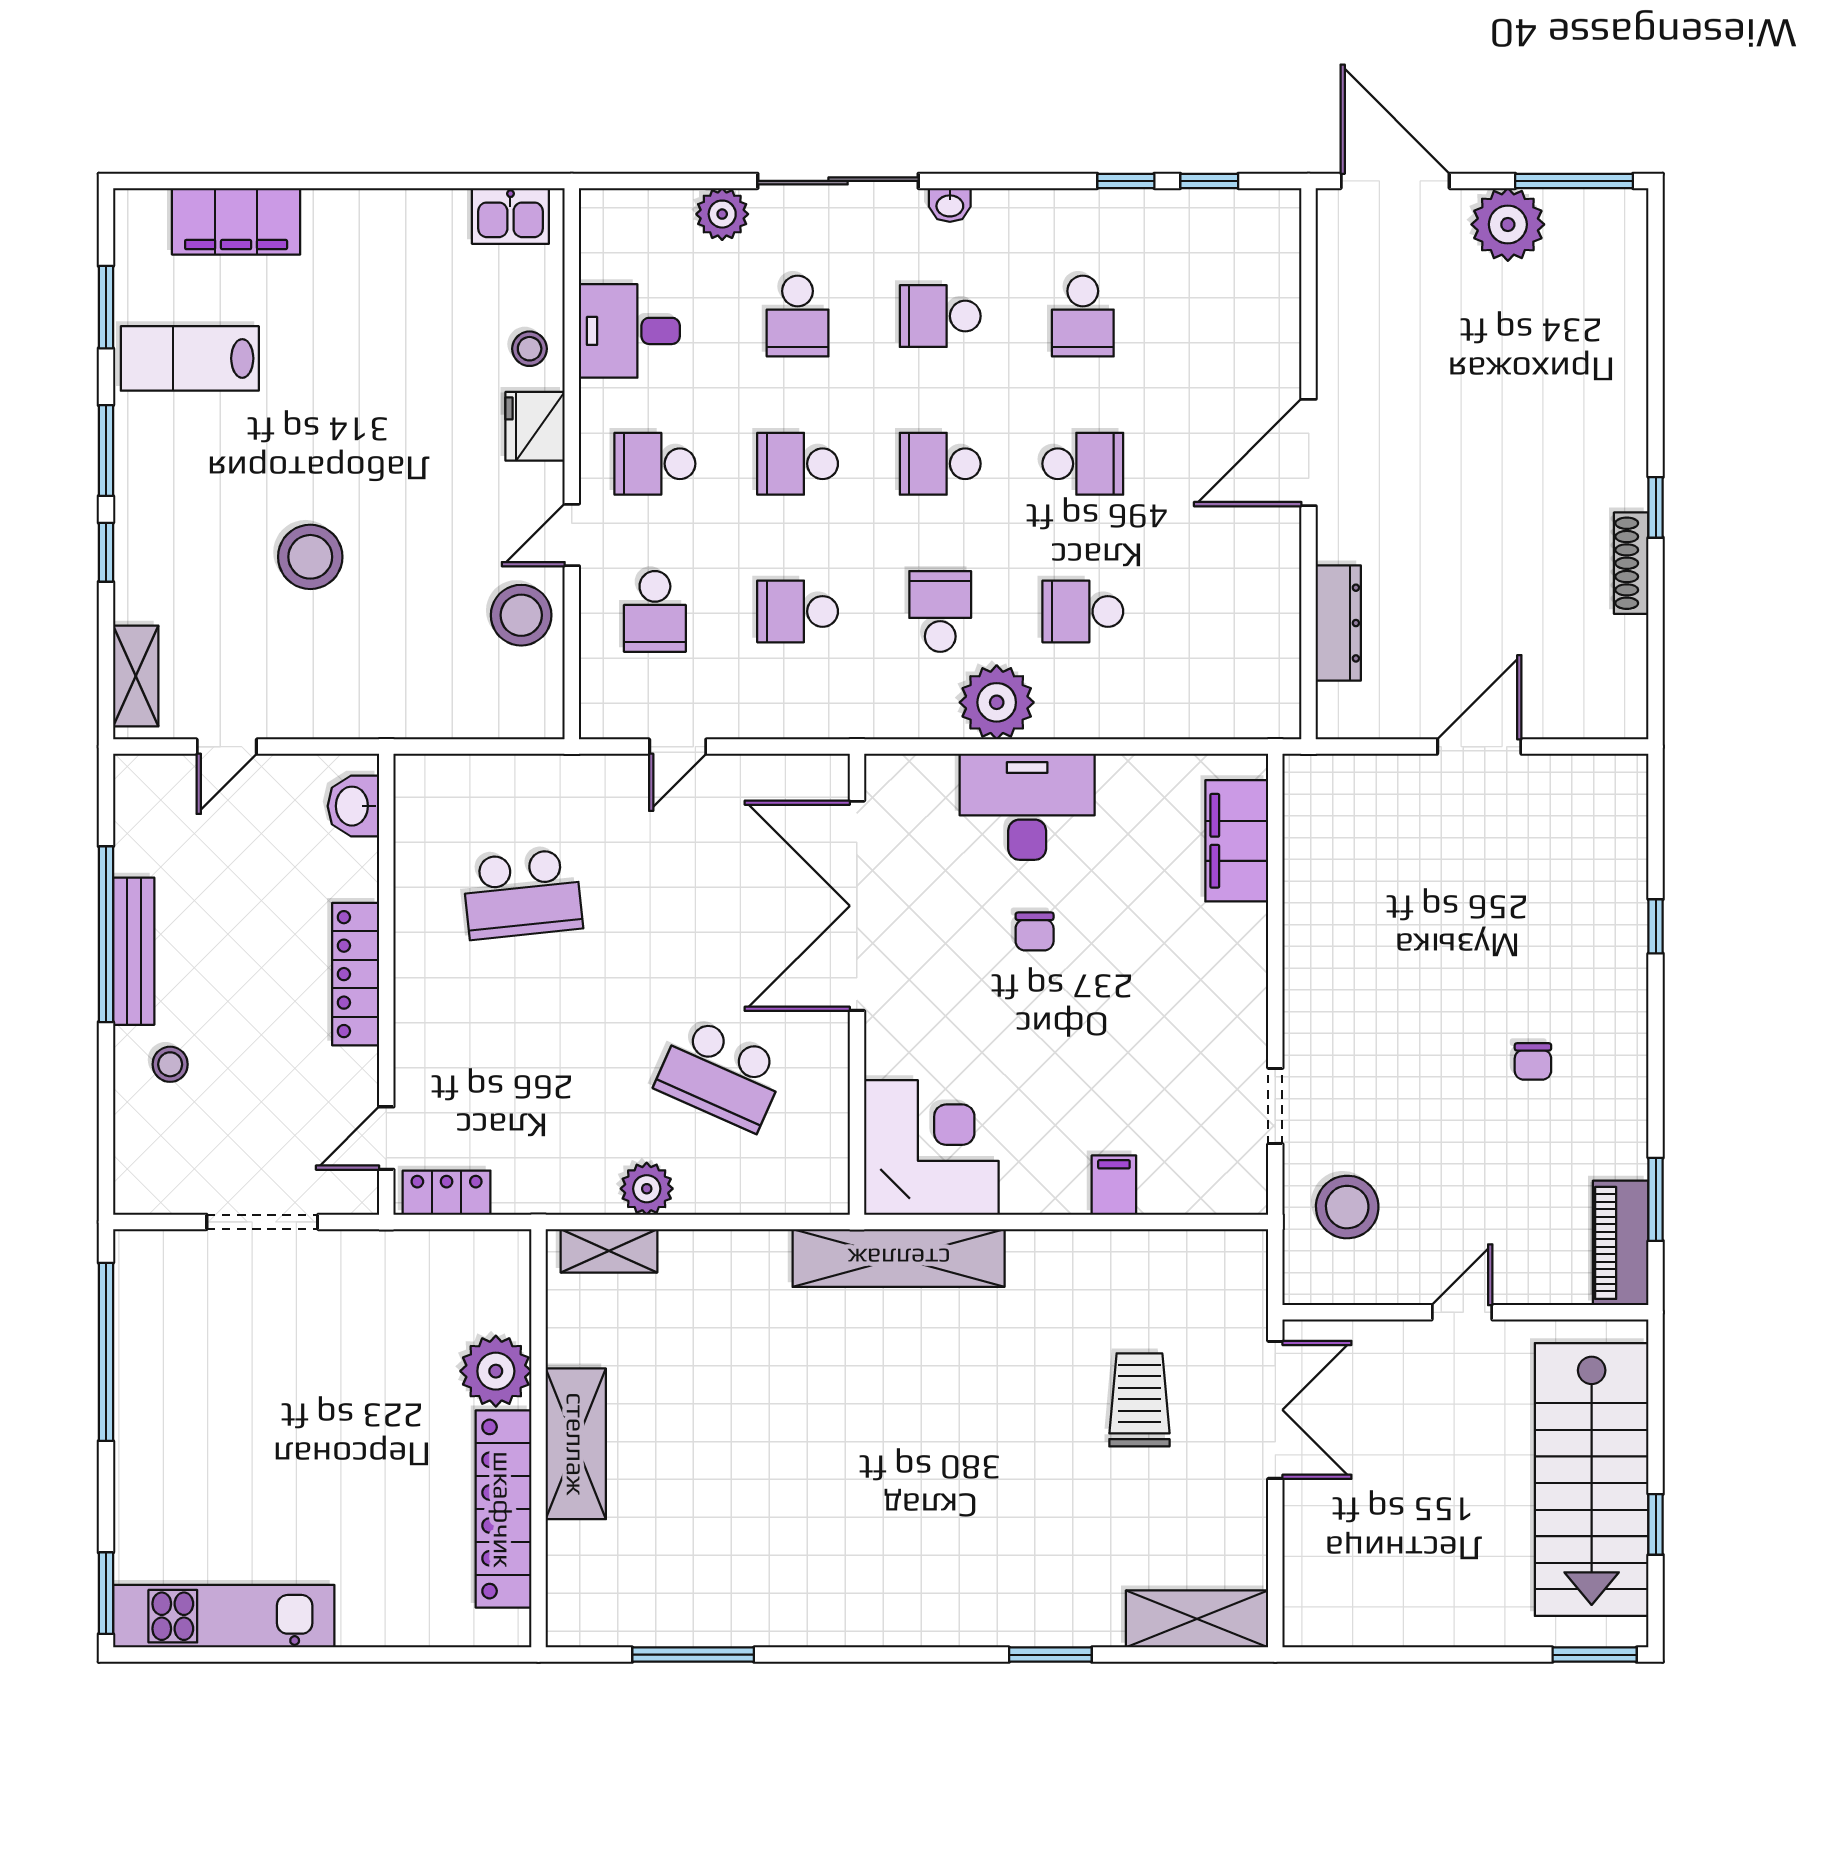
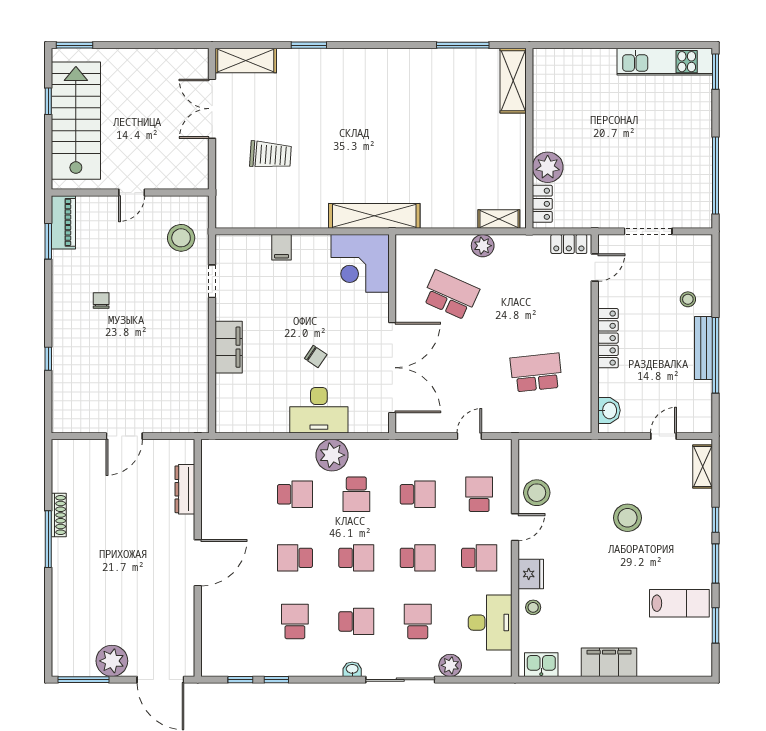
filing cabinet: (236, 221) -> (609, 662), moved
desk: (629, 331) -> (490, 623), width x1.37
window: (1656, 507) -> (48, 539), width x2.17
filing cabinet: (1237, 841) -> (229, 347), moved
chair: (1035, 931) -> (316, 356), turned 124
trolley: (1139, 1400) -> (271, 155), turned -86
double door: (1275, 1410) -> (212, 109), moved
shelving: (576, 1444) -> (513, 81), moved
locker: (503, 1509) -> (542, 204), moved, width x0.46, depth x0.83

